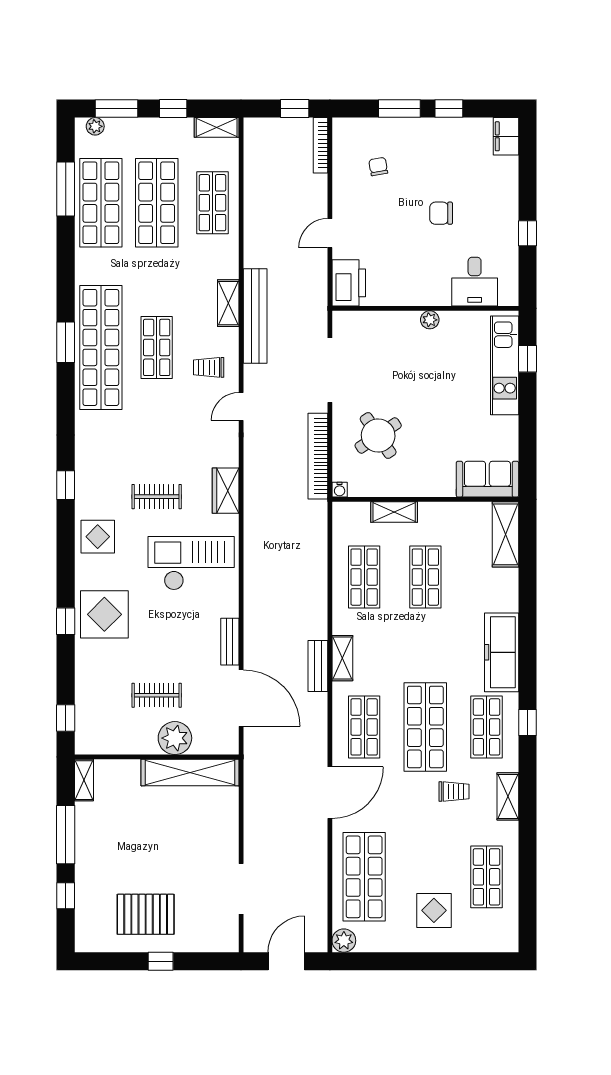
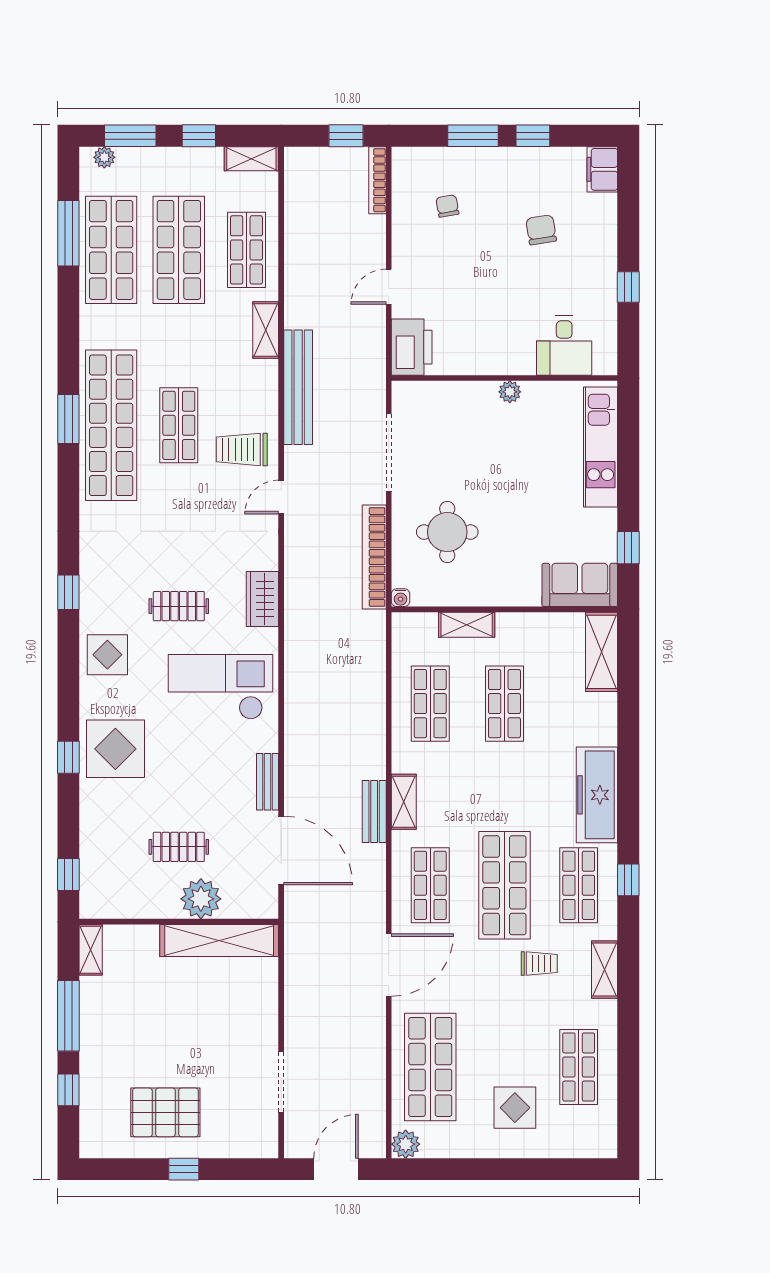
chair: (441, 213) -> (541, 230), moved, turned 81
shelving: (228, 303) -> (266, 330), moved
window: (527, 359) -> (628, 548), moved
trolley: (209, 367) -> (242, 449), width x1.36, depth x1.39
round table: (378, 435) -> (447, 532), turned 34

